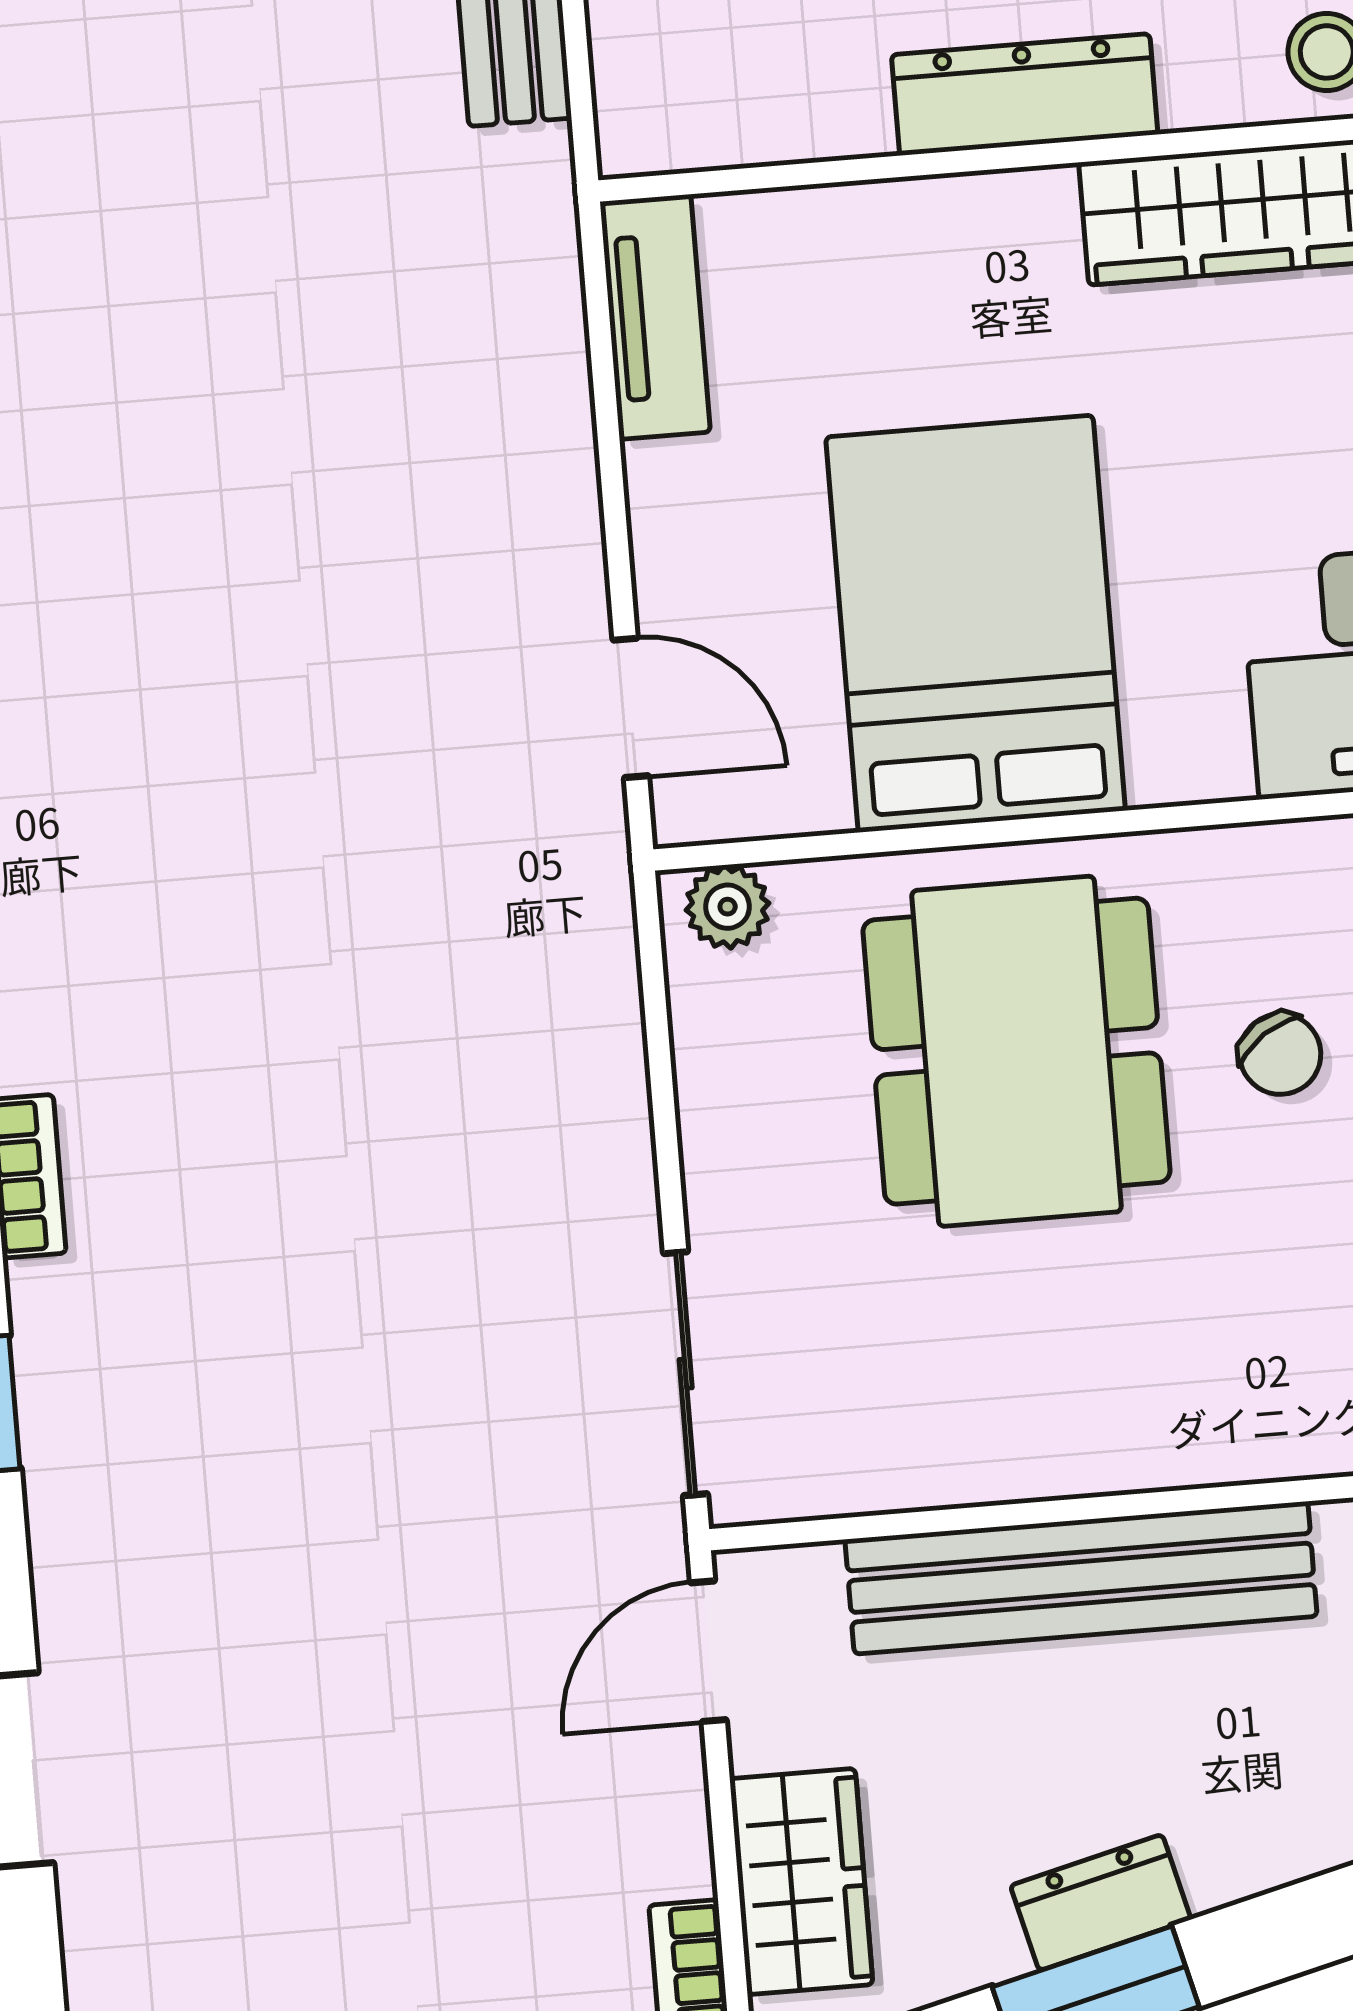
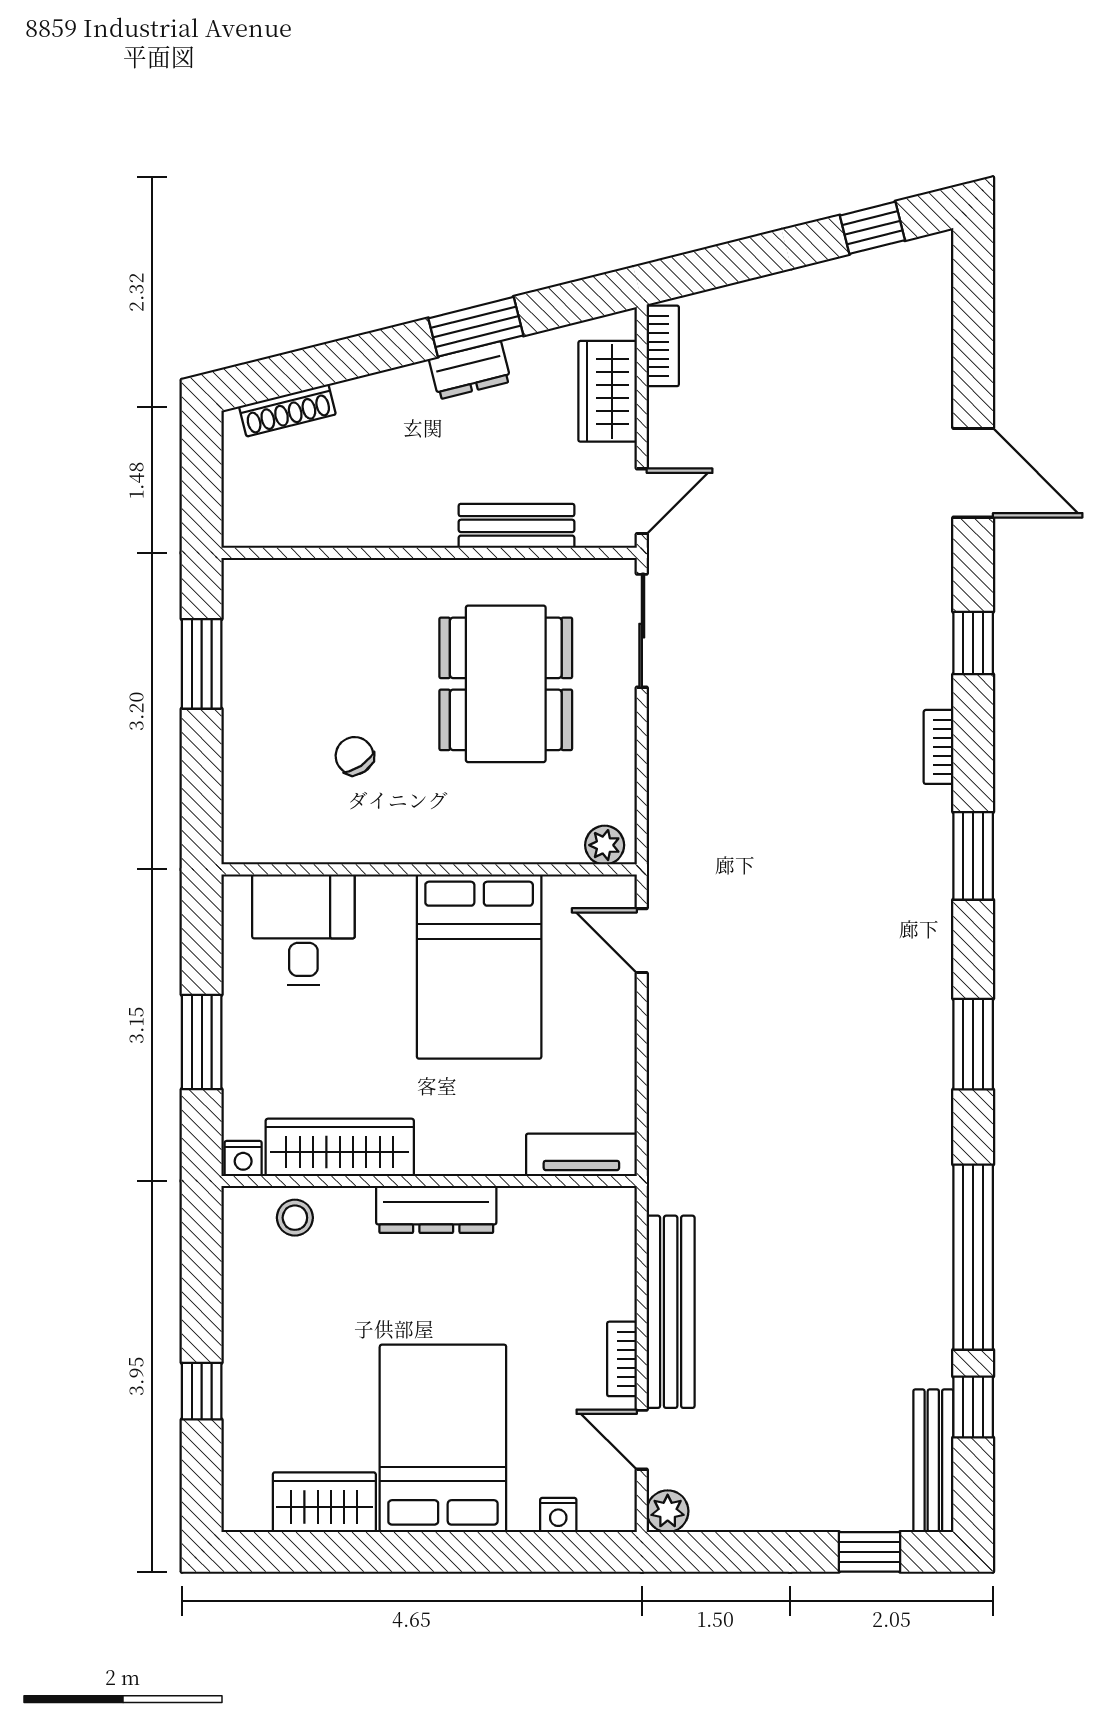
tv unit: (655, 317) -> (581, 1155), moved, turned 90
dining table: (1016, 1051) -> (506, 684), moved
bench: (1081, 1578) -> (517, 526), width x0.54, depth x0.82

